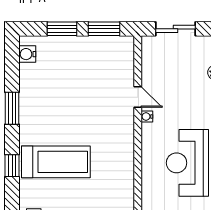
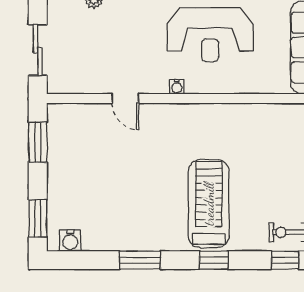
window: (62, 29) -> (38, 218), moved
door: (138, 97) -> (125, 99), swing flipped
water cooler: (147, 116) -> (177, 87), moved

